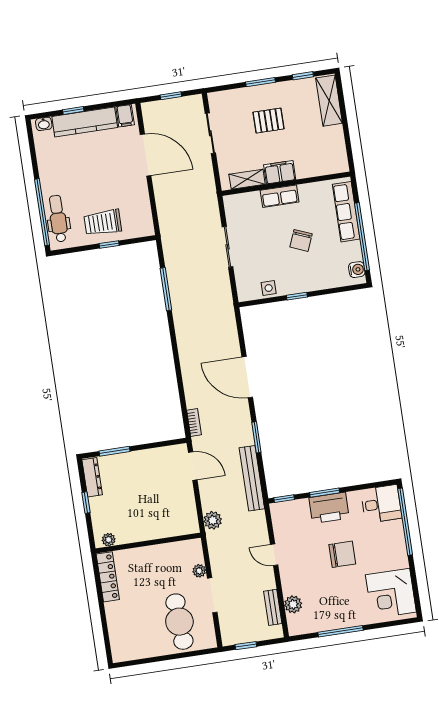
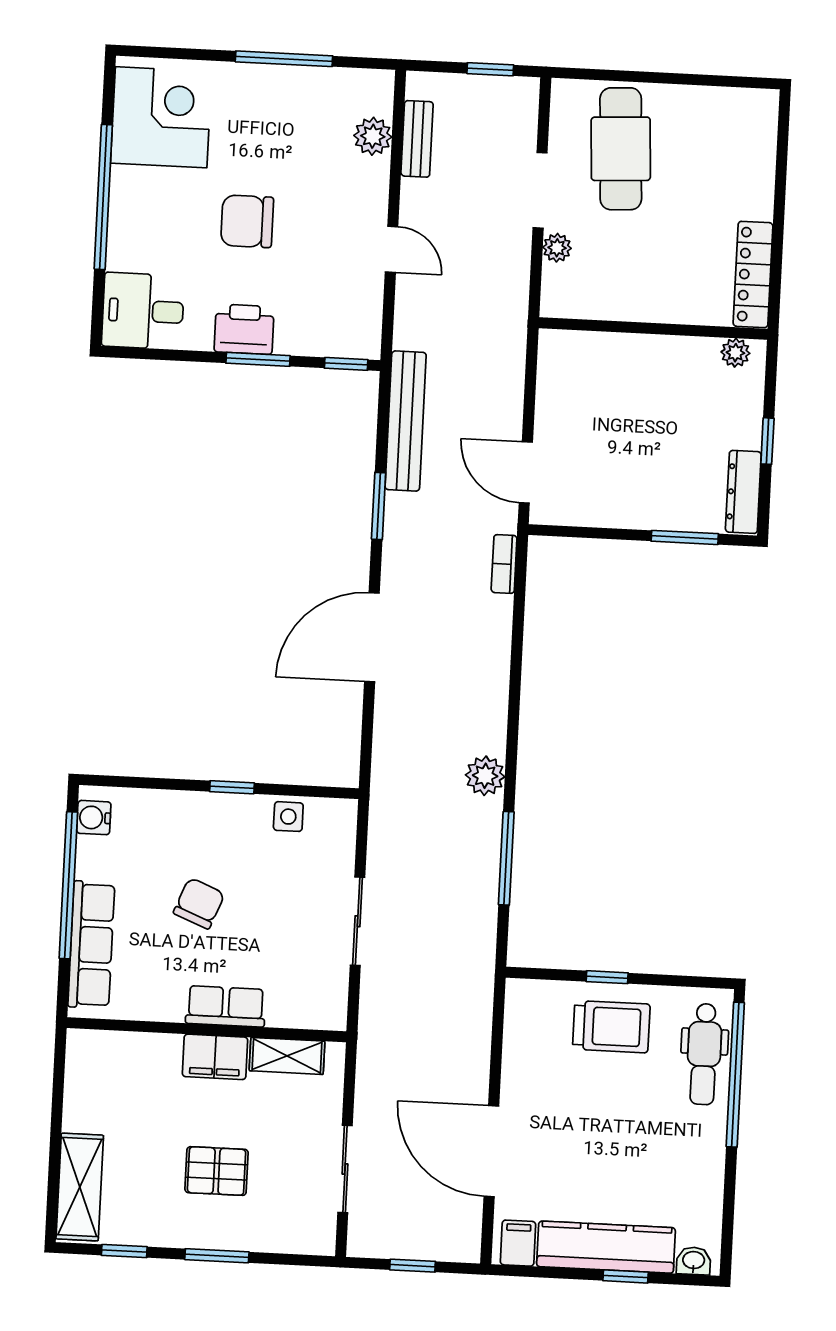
door: (247, 377) -> (372, 637), swing flipped
printer: (329, 508) -> (244, 329), width x0.73, depth x0.84
plant: (213, 520) -> (485, 776), moved
window: (405, 522) -> (103, 197), moved

